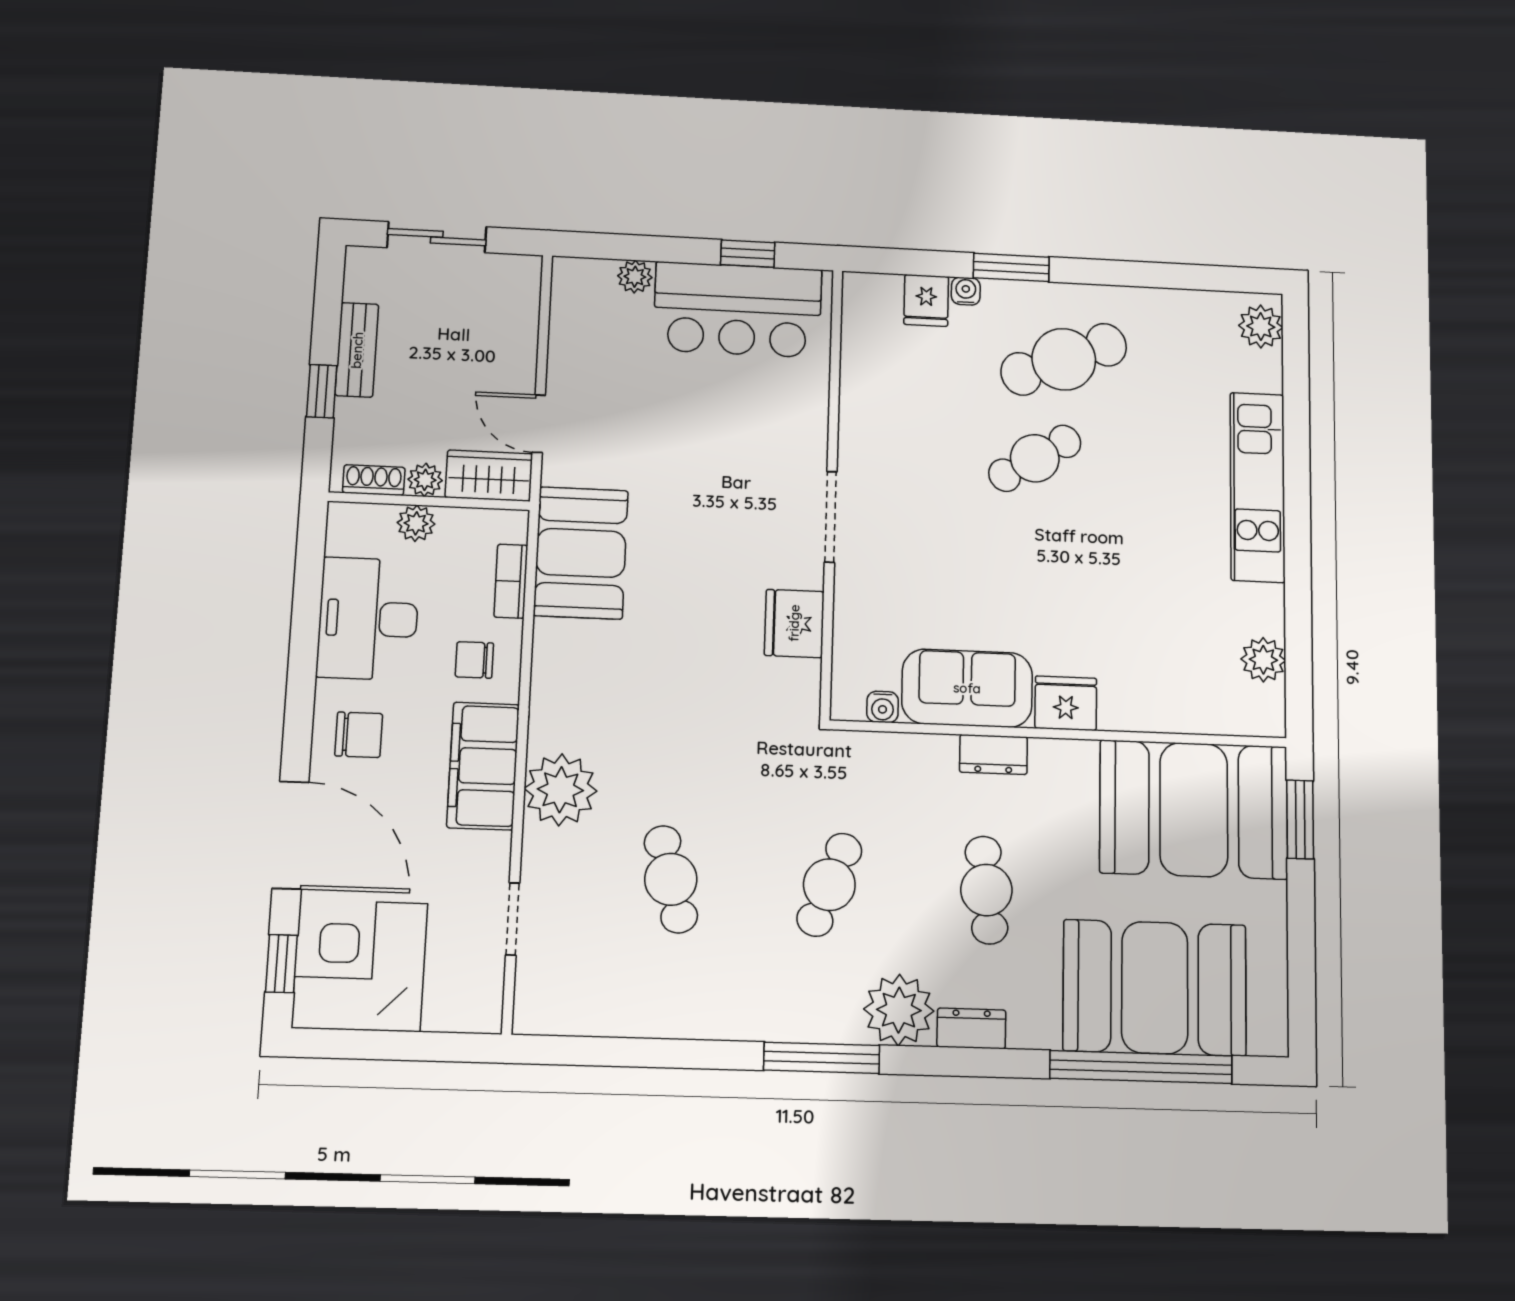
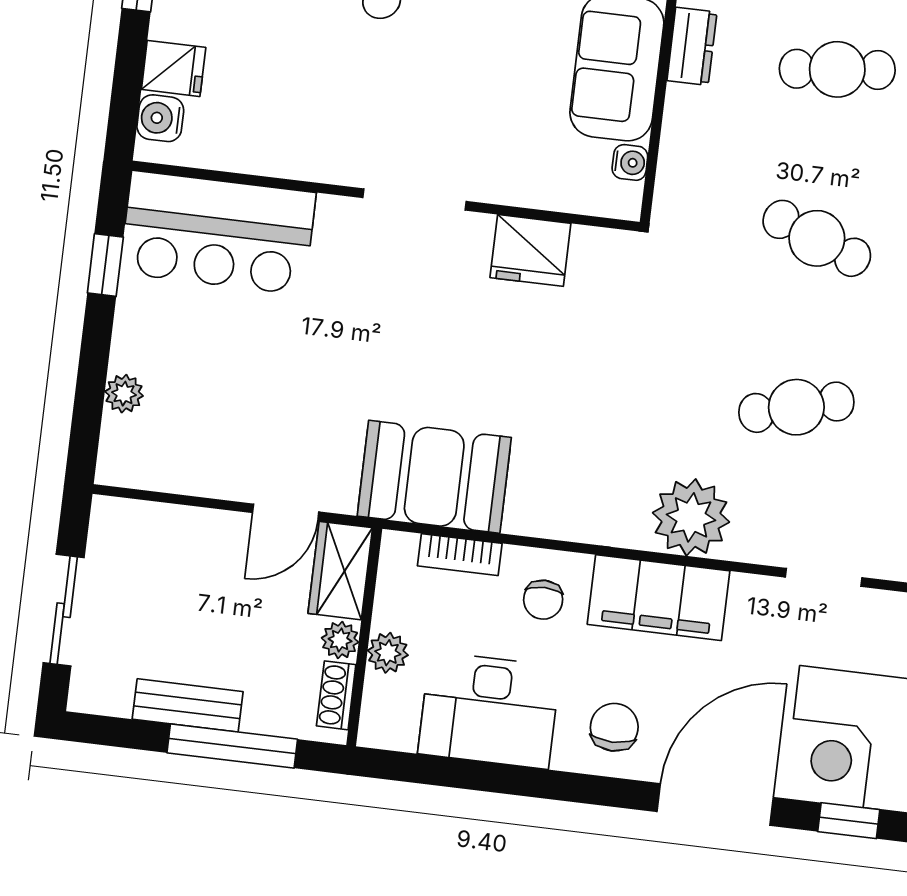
water cooler: (966, 291) -> (160, 118), moved, width x1.38, depth x1.38
bar counter: (738, 310) -> (218, 233), moved, turned 90
window: (322, 391) -> (232, 746), width x2.17

